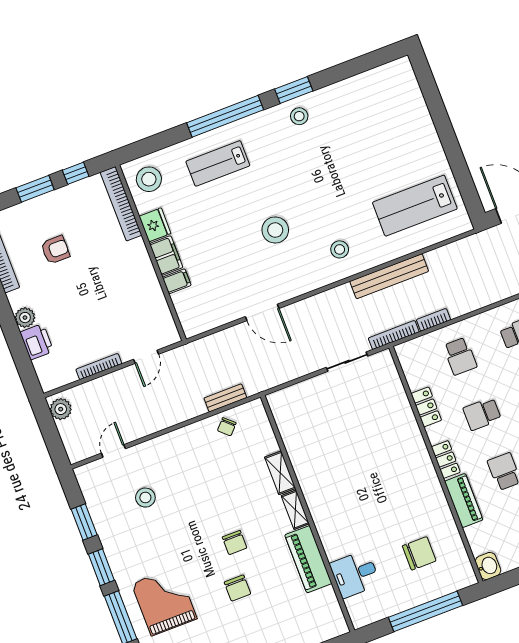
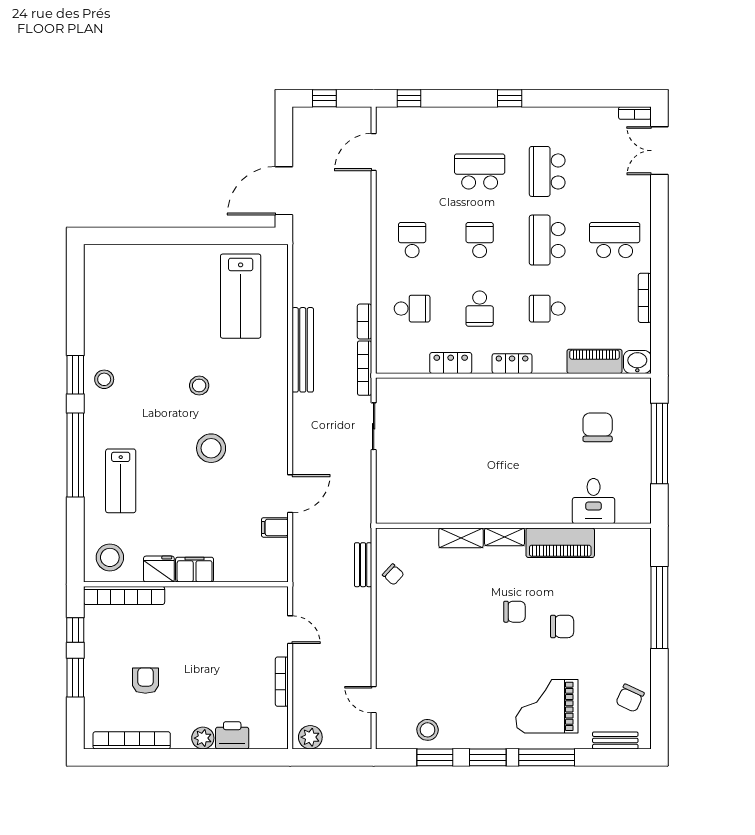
stool: (340, 249) -> (199, 386), moved
filing cabinet: (177, 281) -> (275, 527), moved, turned -90
stool: (145, 498) -> (428, 730), moved
piano: (464, 501) -> (594, 361), moved

